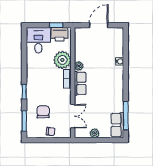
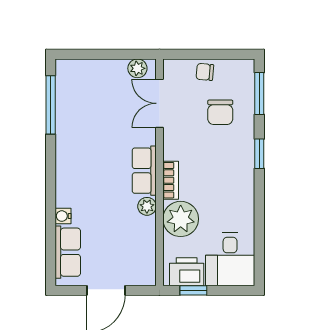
row of seats: (117, 125) -> (68, 252), moved
plant: (95, 133) -> (137, 68), moved

